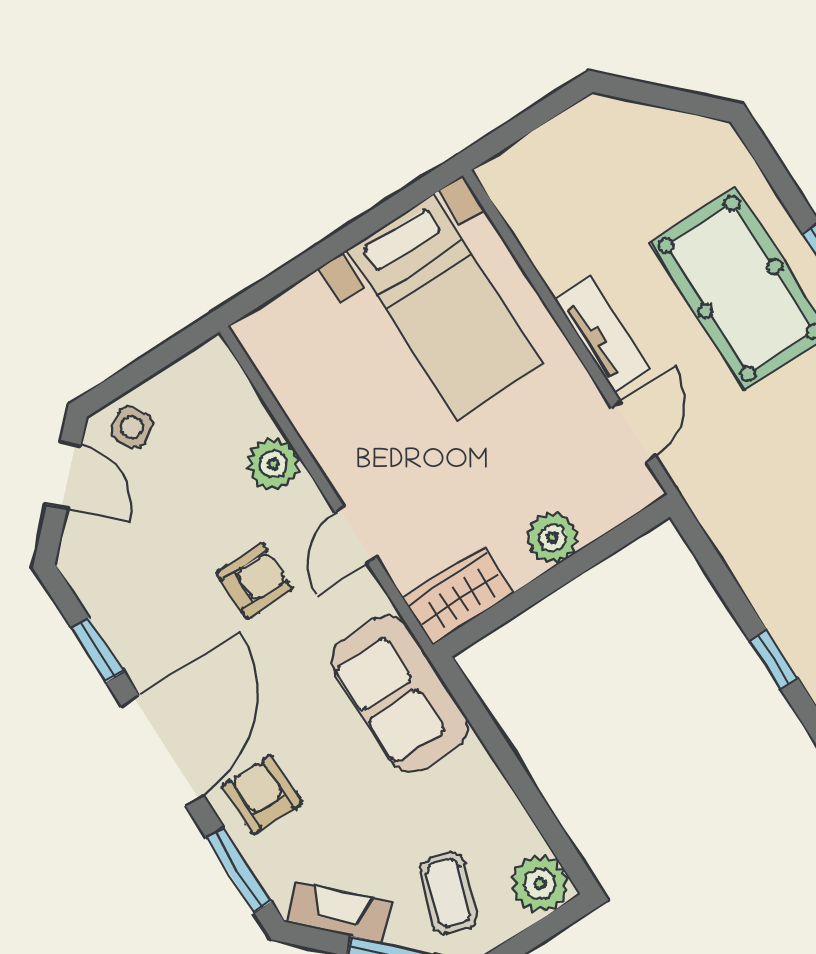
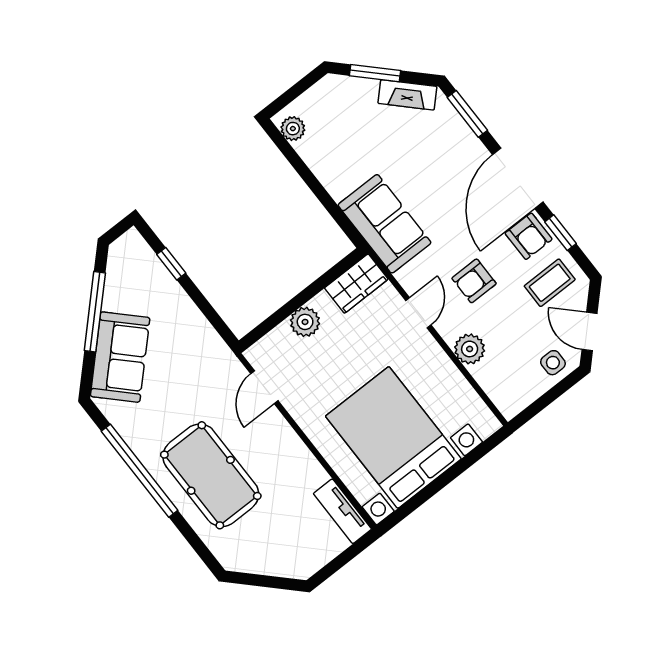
bed with nightstands: (445, 307) -> (393, 437), width x1.36
tv unit: (602, 334) -> (342, 511), moved
side table: (132, 427) -> (553, 363), turned 35
armchair: (262, 794) -> (529, 236), moved
plant: (540, 884) -> (293, 129), width x0.73, depth x0.73
coffee table: (448, 893) -> (550, 283), moved, turned 70

